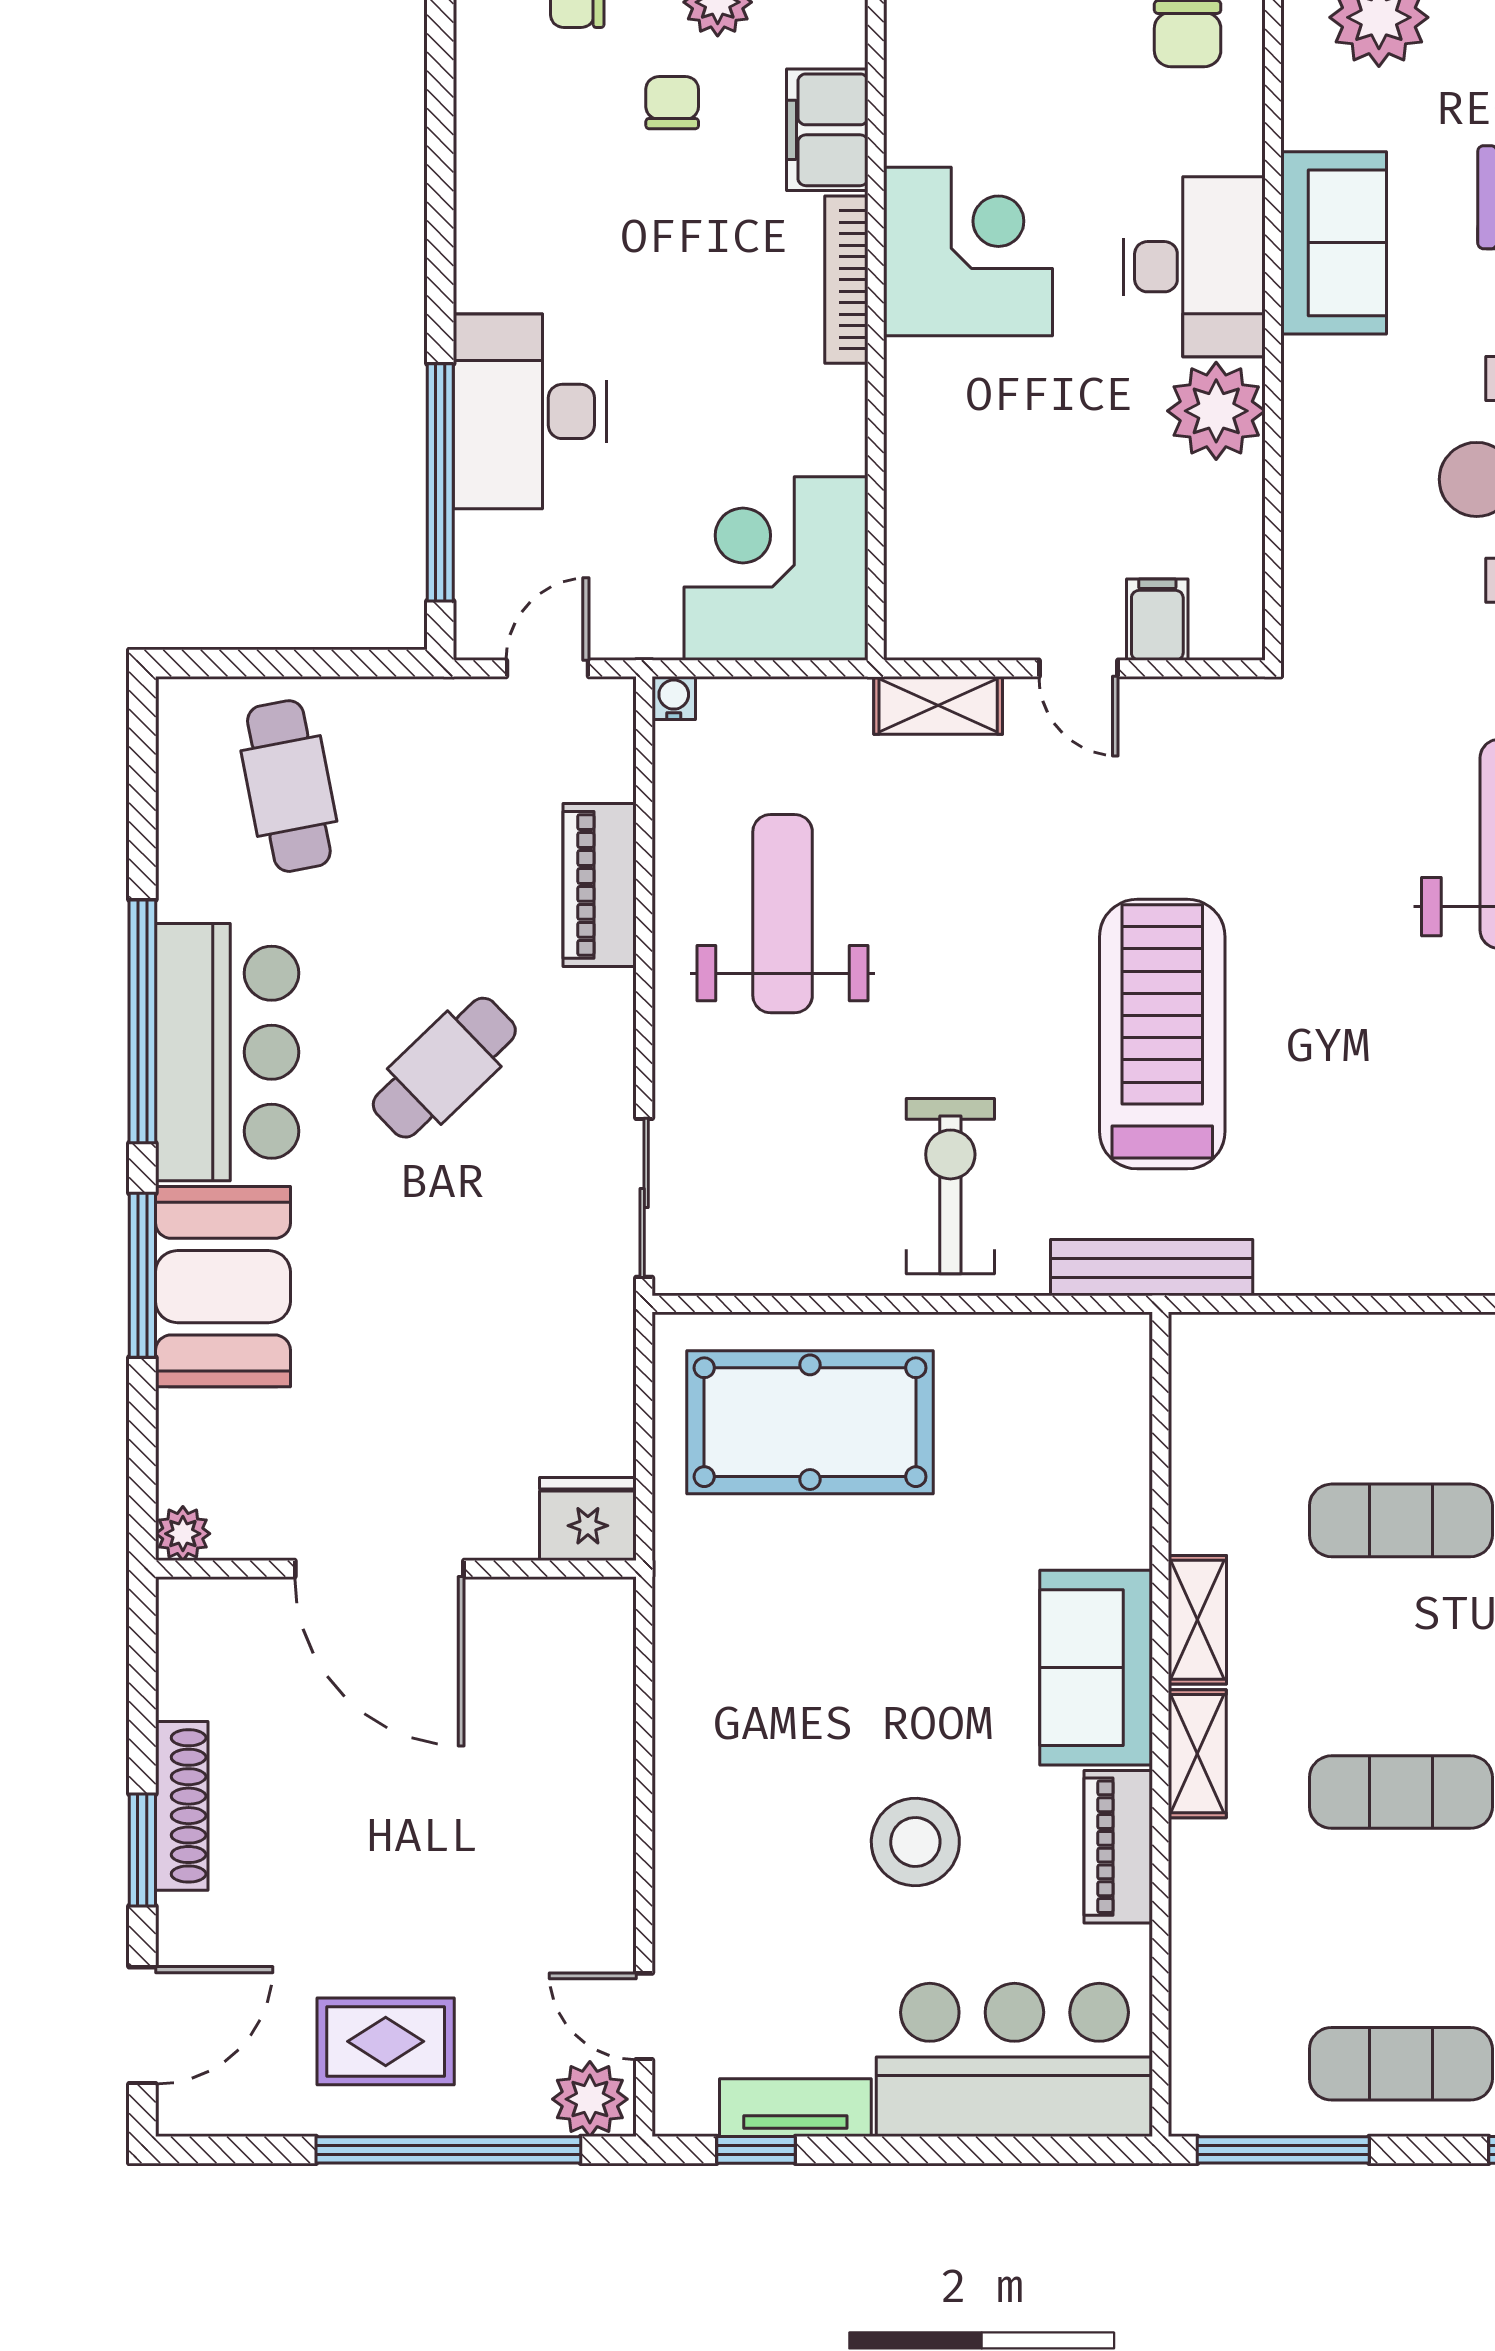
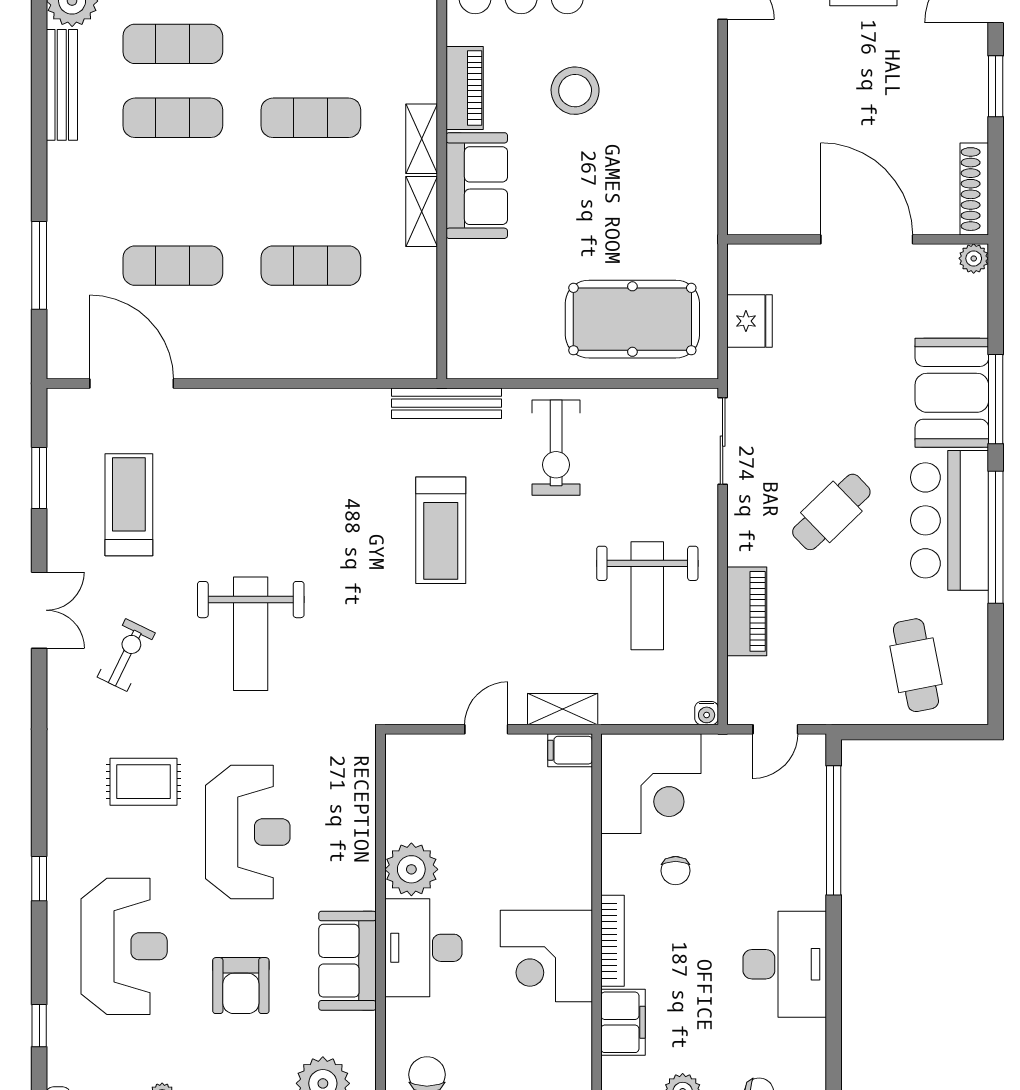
chair: (672, 103) -> (676, 871), moved
desk: (530, 411) -> (785, 964), moved
filing cabinet: (1157, 620) -> (570, 750), moved, turned 90
door: (1078, 668) -> (486, 729), hinge flipped
treadmill: (1162, 1034) -> (441, 530), width x0.73, depth x0.73
fridge: (588, 1519) -> (750, 321), moved, turned -90
shoe rack: (182, 1806) -> (974, 189), moved

